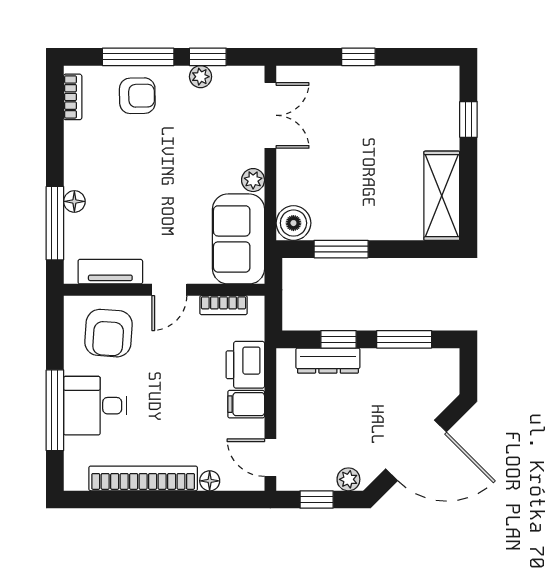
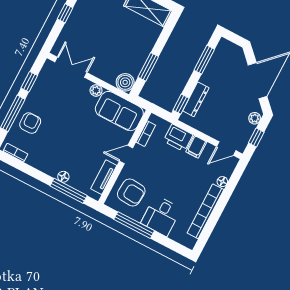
plant: (201, 77) -> (37, 90), removed
door: (169, 290) -> (126, 155), swing flipped
window: (338, 339) -> (181, 104), moved
window: (55, 410) -> (134, 225), moved

